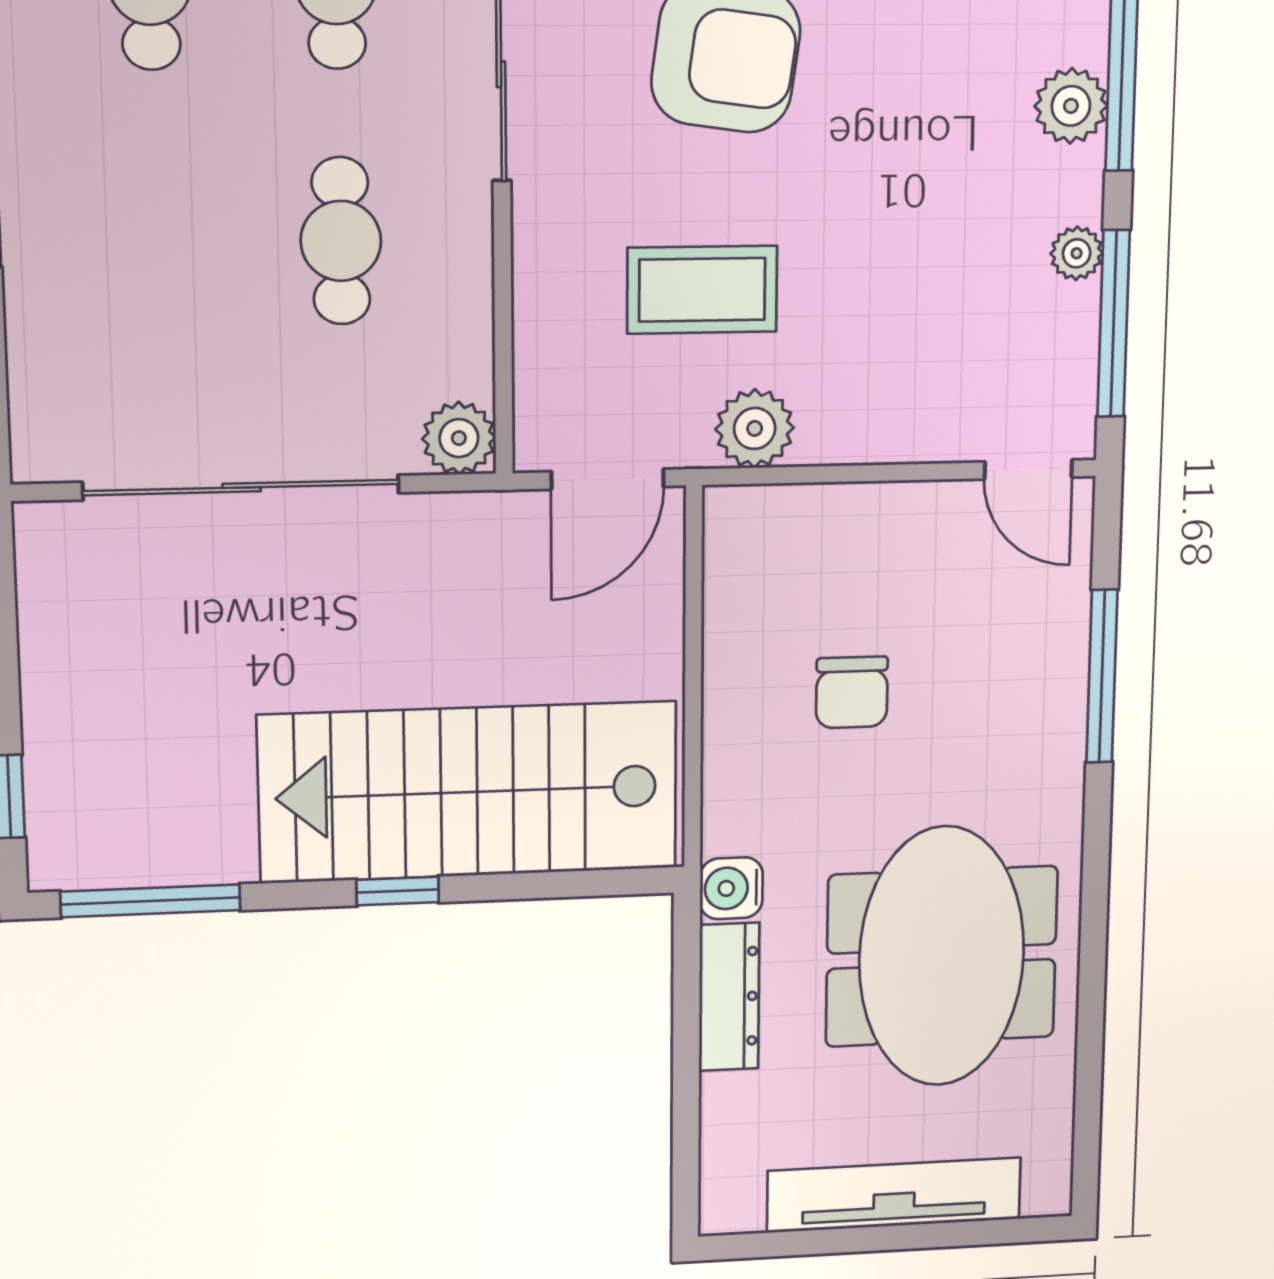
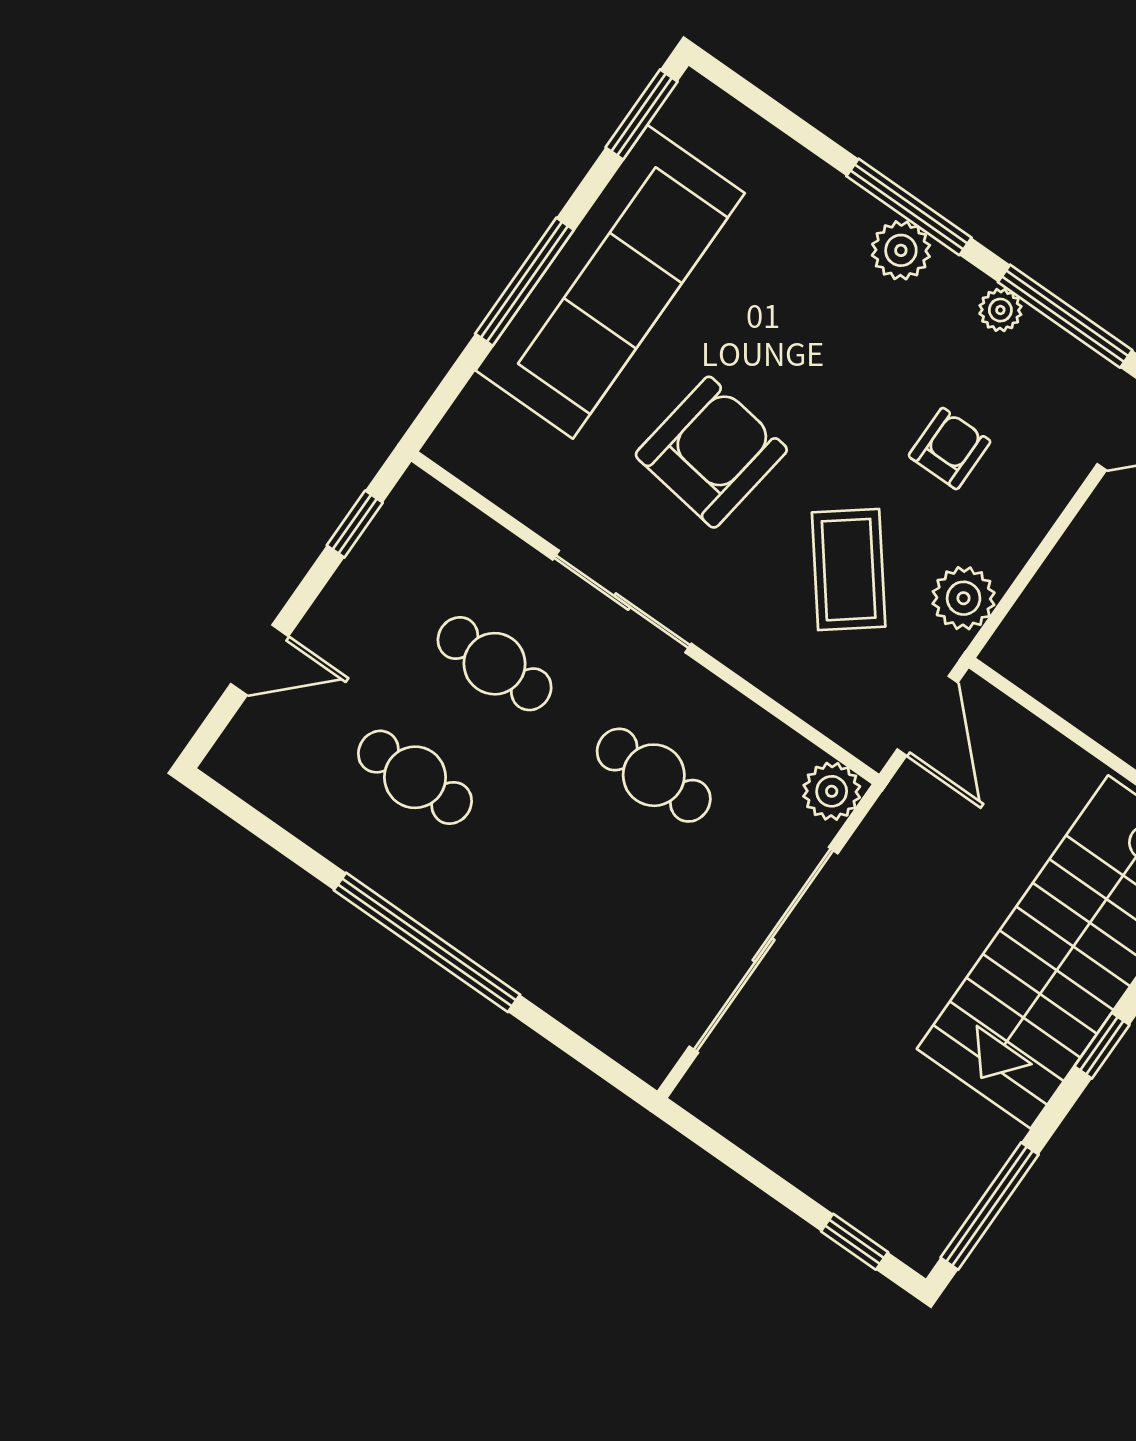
coffee table: (702, 290) -> (849, 570), turned -38
armchair: (899, 304) -> (950, 449), added

